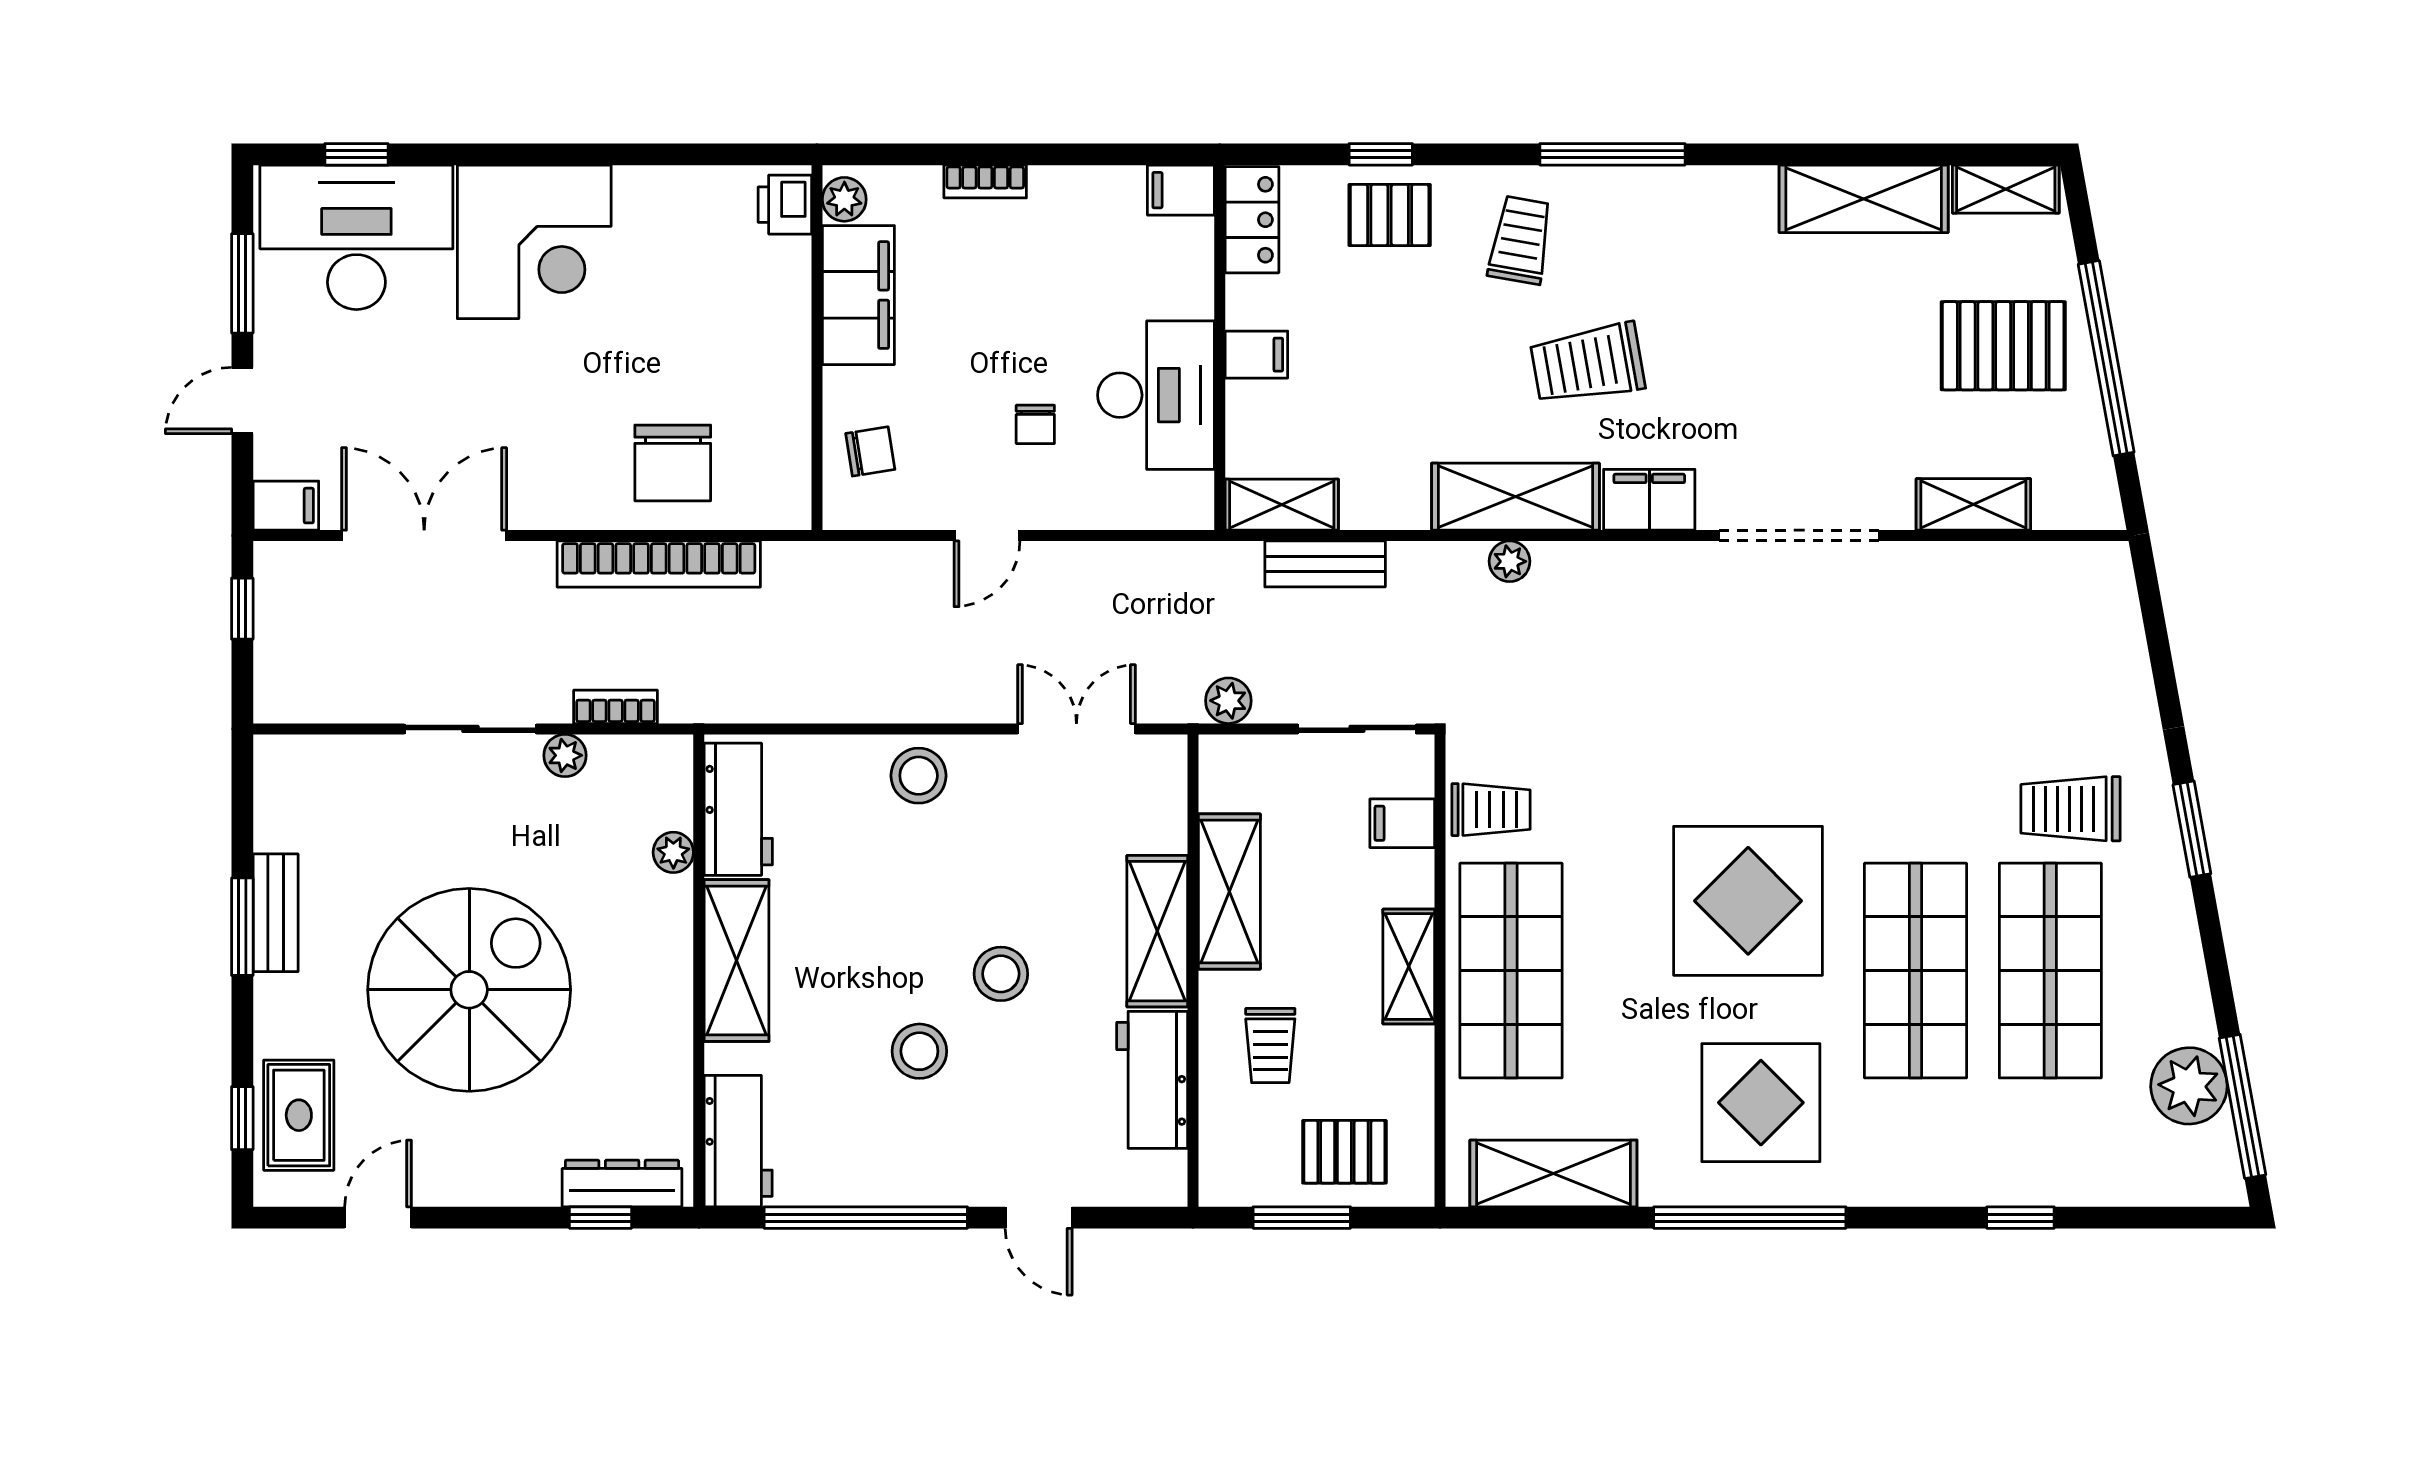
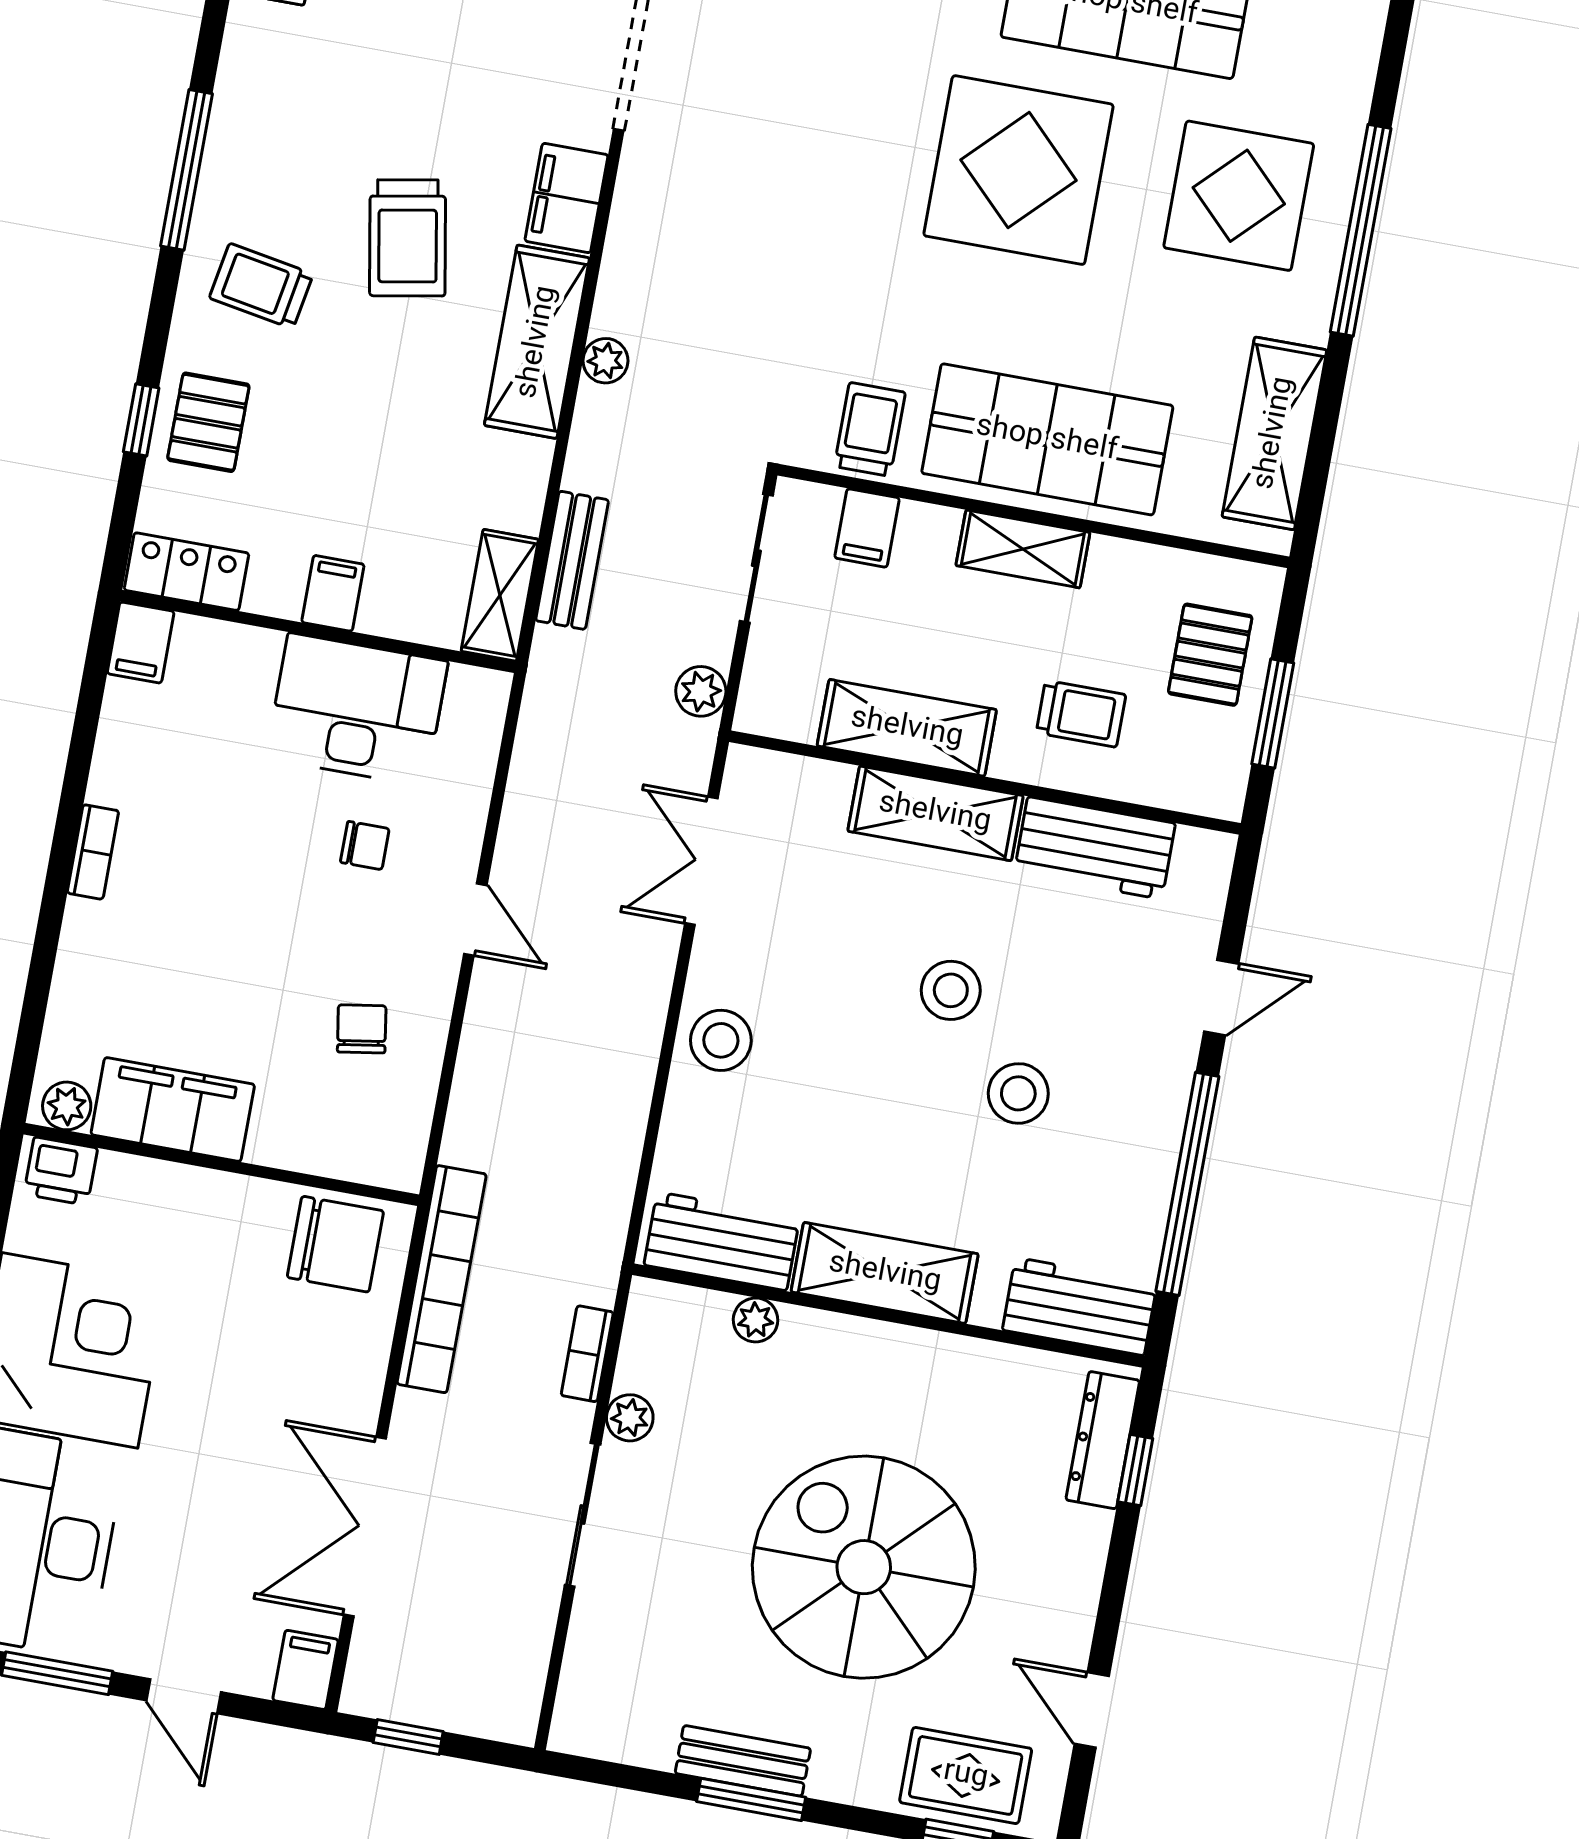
plant: (844, 199) -> (67, 1106), moved
printer: (785, 205) -> (61, 1171), moved
filing cabinet: (858, 295) -> (173, 1109), moved
wall: (817, 348) -> (221, 1164), moved

